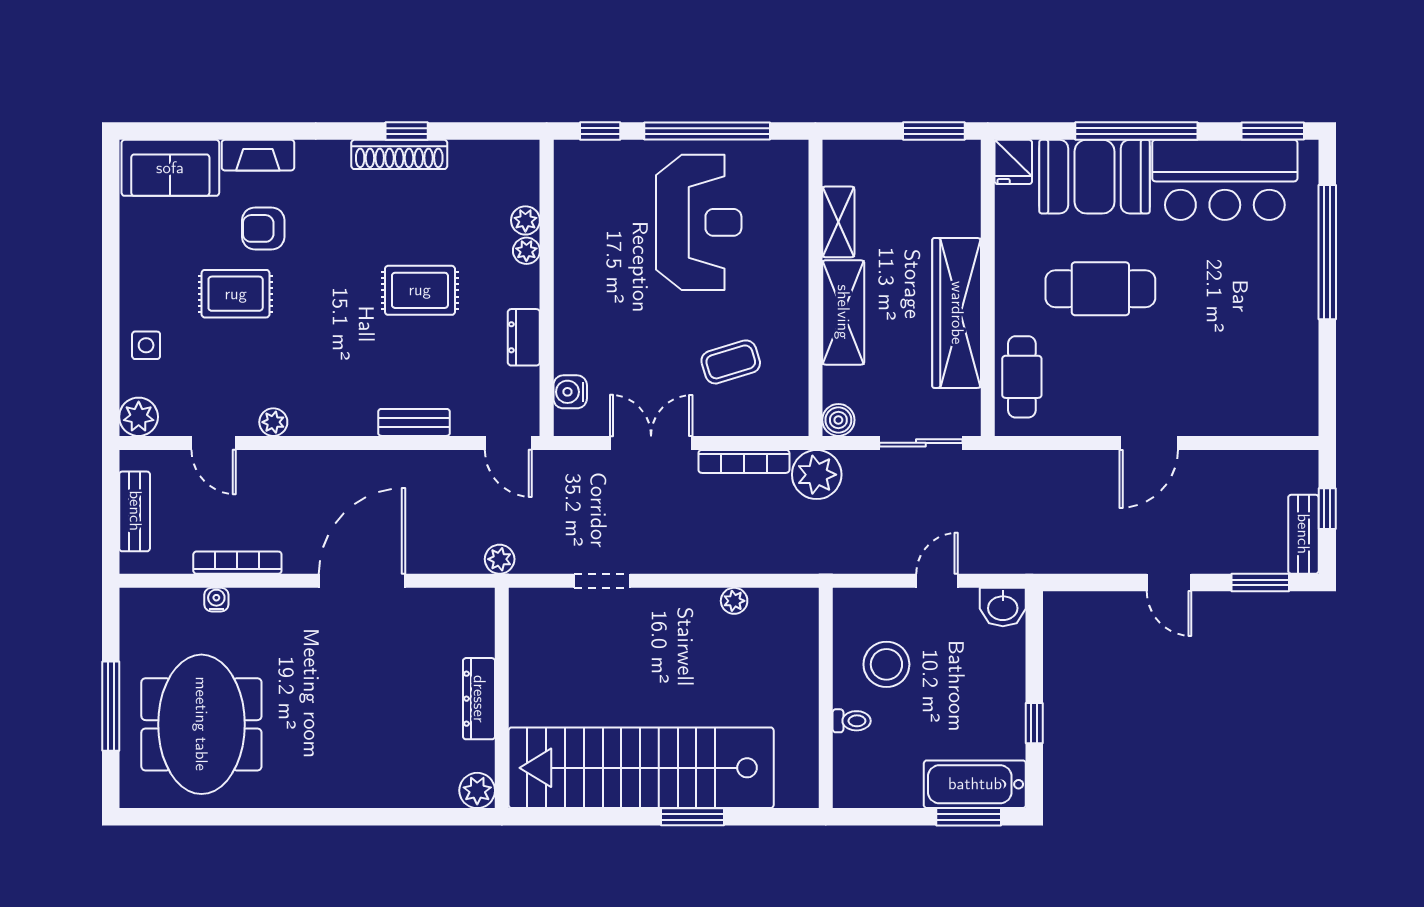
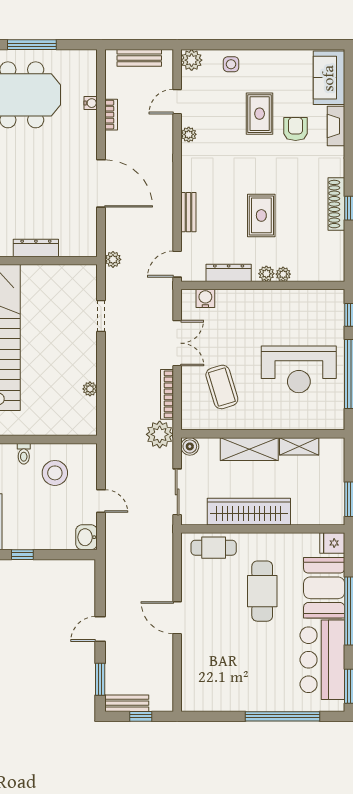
plant: (525, 220) -> (266, 274), moved
dresser: (524, 337) -> (229, 273), width x1.44
coffee table: (731, 362) -> (222, 387), width x1.36, depth x1.30
bookcase: (237, 563) -> (111, 115), width x0.64

